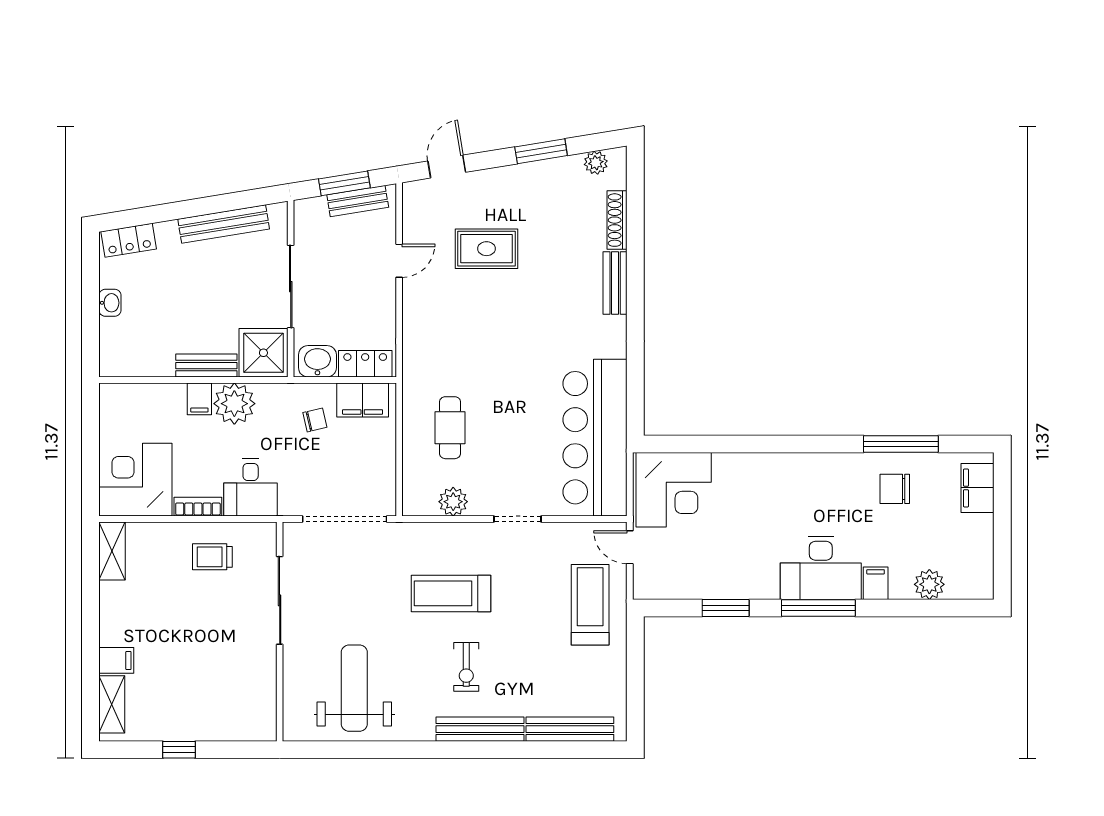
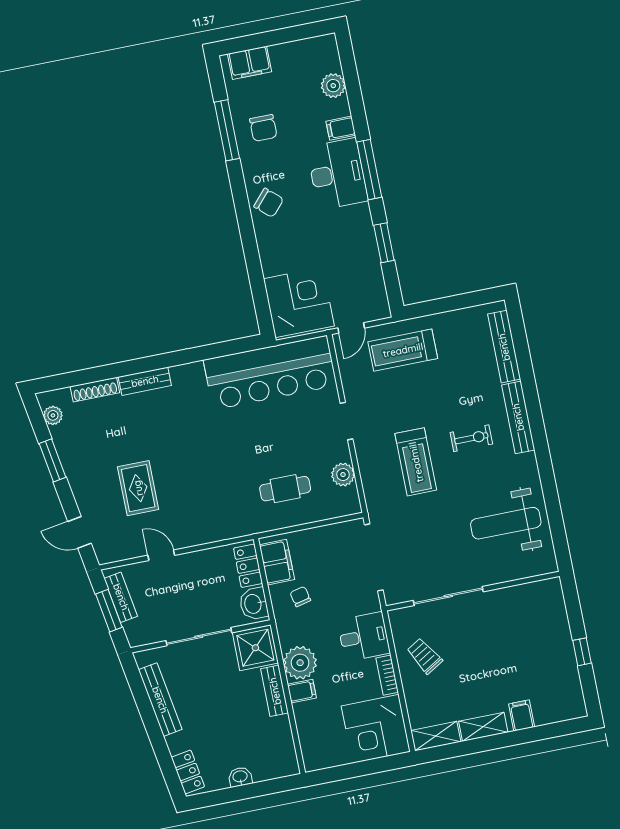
chair: (802, 477) -> (269, 203), added
trolley: (212, 557) -> (424, 656), turned 149
shelving: (112, 704) -> (483, 727), moved

